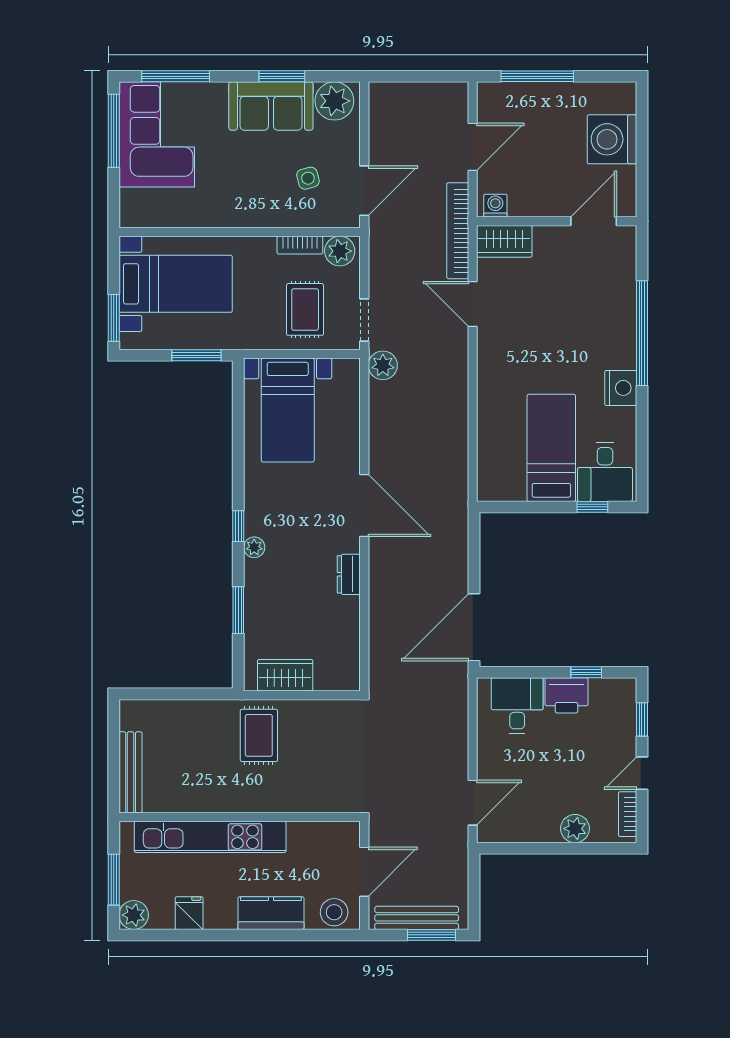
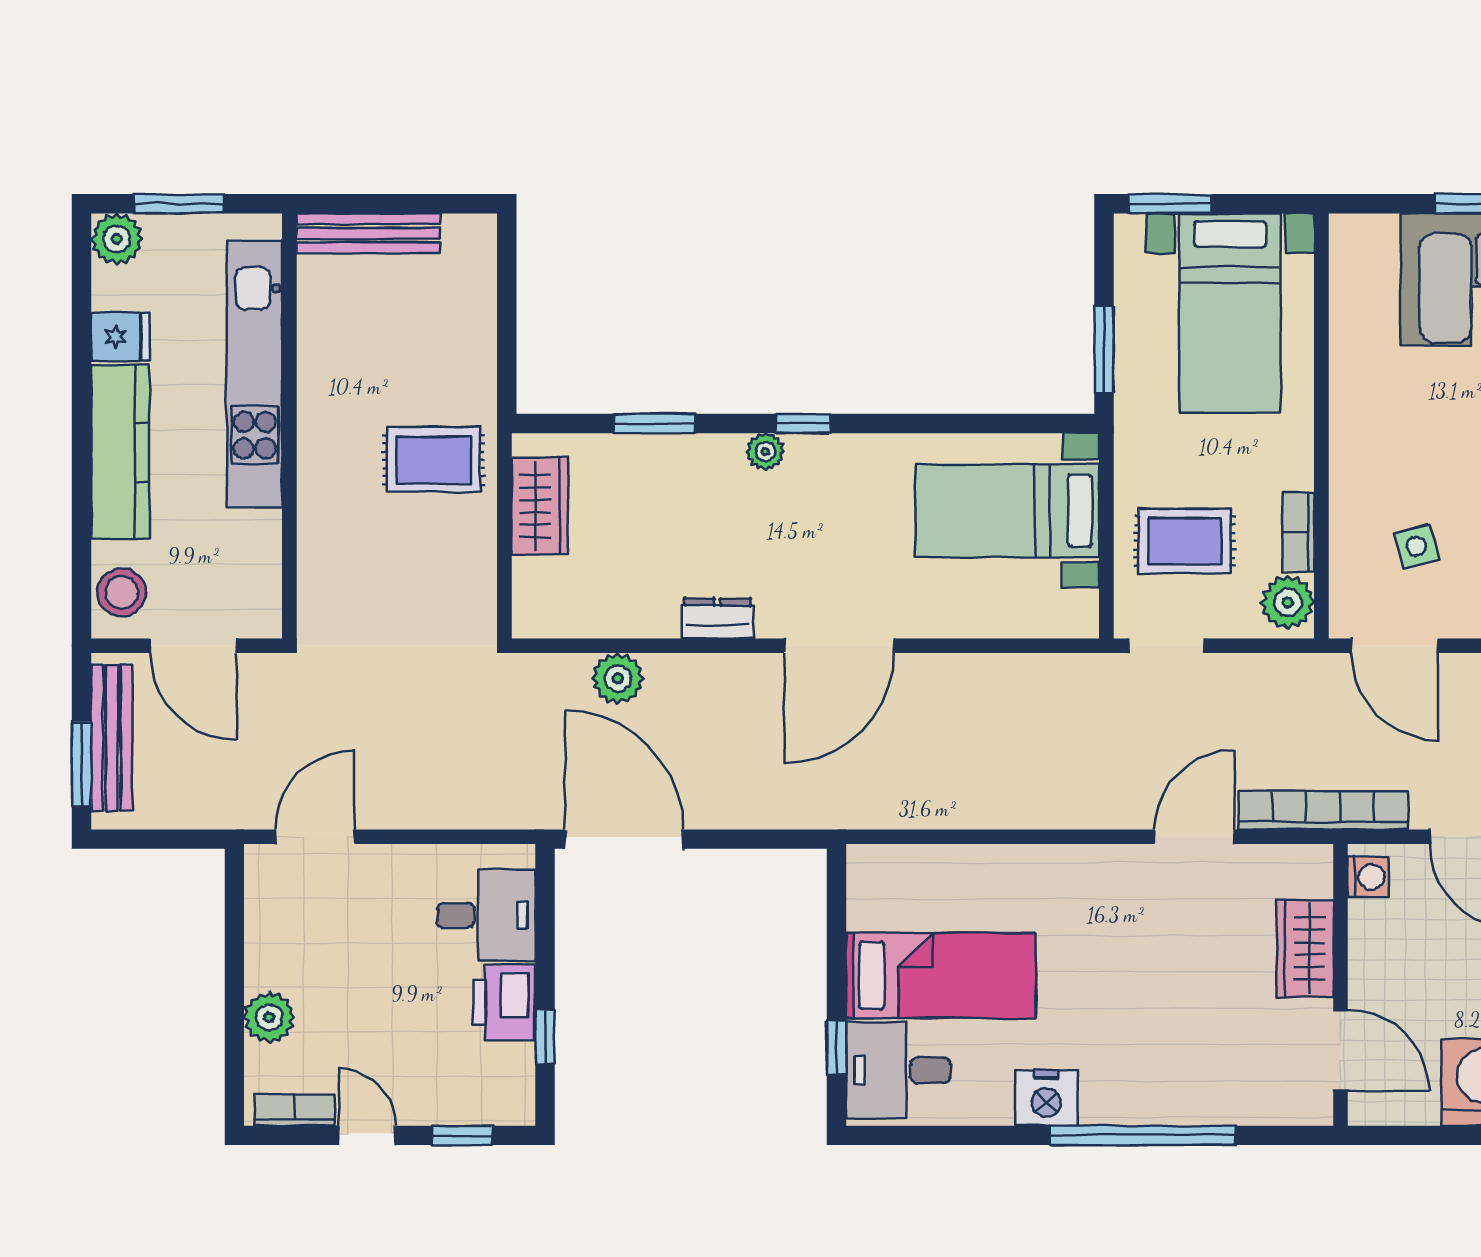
wardrobe: (504, 241) -> (1305, 949), moved
plant: (383, 365) -> (618, 678), moved
door: (473, 803) -> (315, 837), swing flipped
kitchen counter: (271, 913) -> (120, 452), width x1.50

